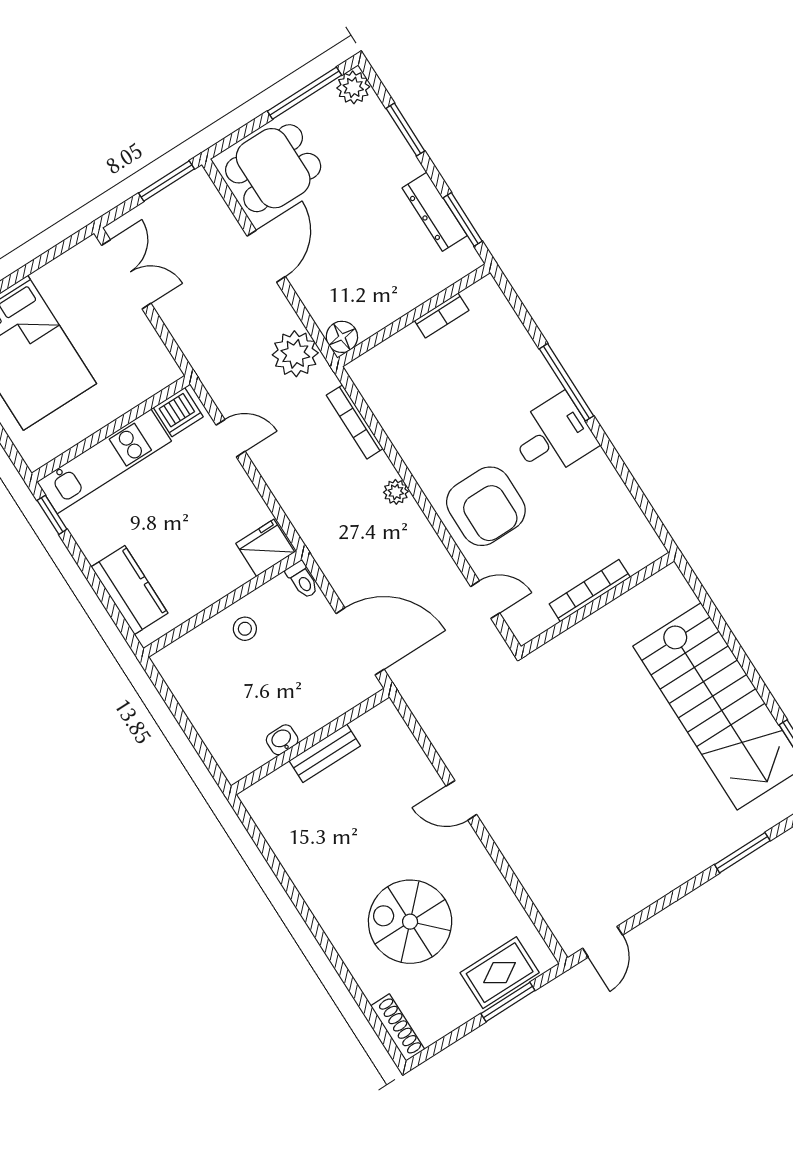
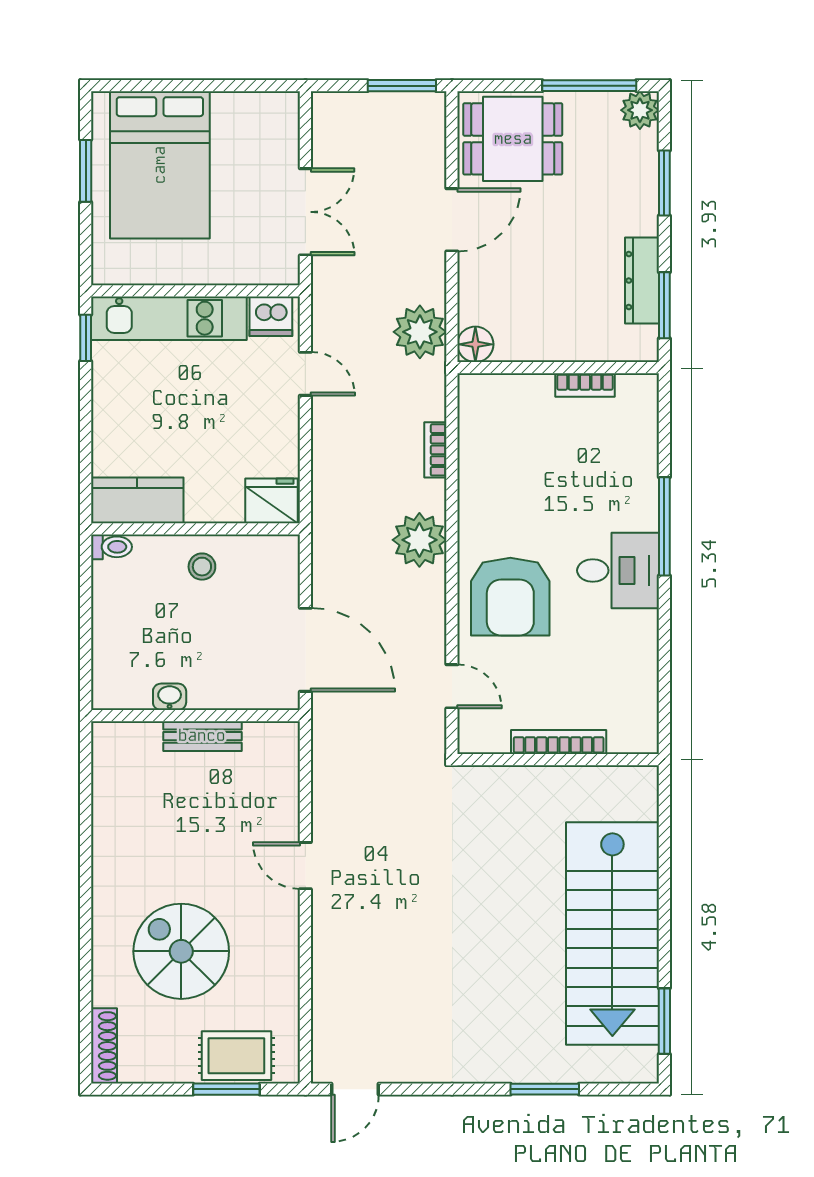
double door: (126, 274) -> (305, 212), moved
bookcase: (355, 422) -> (435, 450), width x0.64
plant: (396, 492) -> (419, 540), width x1.88, depth x1.88
toilet: (302, 580) -> (112, 547), moved, turned -90
kitchen counter: (129, 590) -> (137, 500), moved, turned -90

